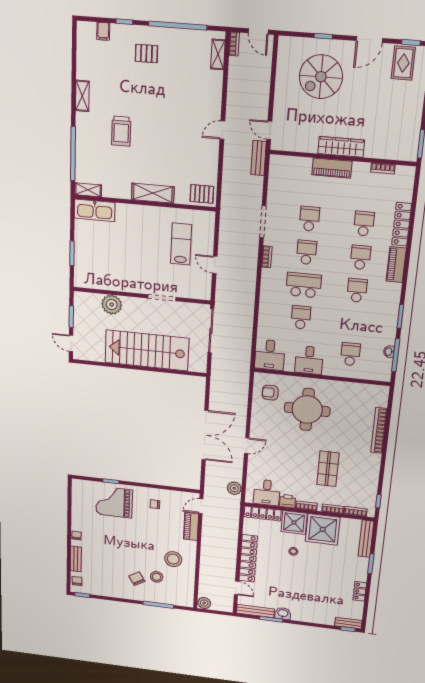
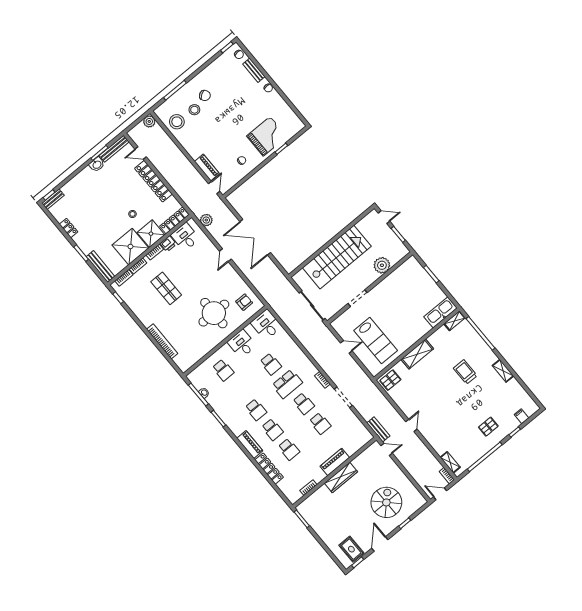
lab bench: (181, 244) -> (376, 340), width x1.36, depth x1.39
stool: (173, 559) -> (177, 122), moved

